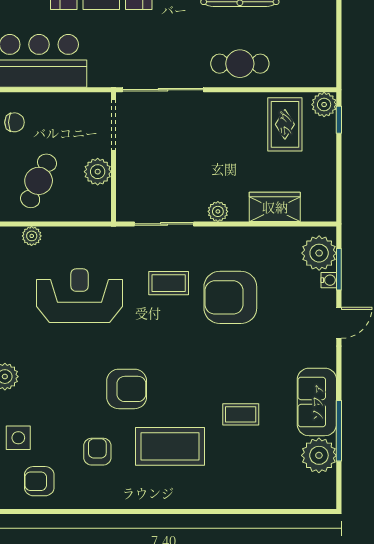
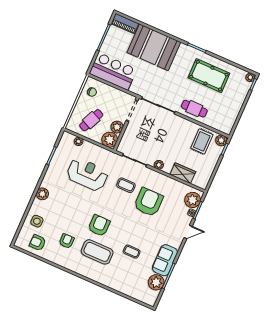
plant: (94, 204) -> (110, 140), added
armchair: (230, 297) -> (148, 202), turned 90
armchair: (127, 389) -> (99, 226), moved, turned -90

